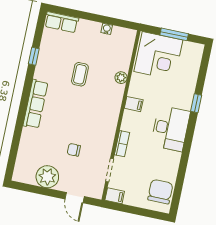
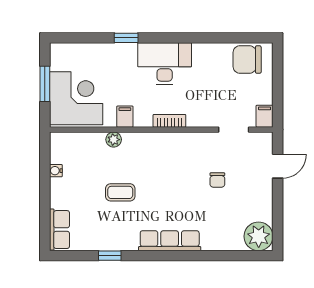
filing cabinet: (134, 104) -> (125, 117), moved
bookcase: (122, 144) -> (169, 121), moved
plant: (47, 177) -> (259, 236), moved

